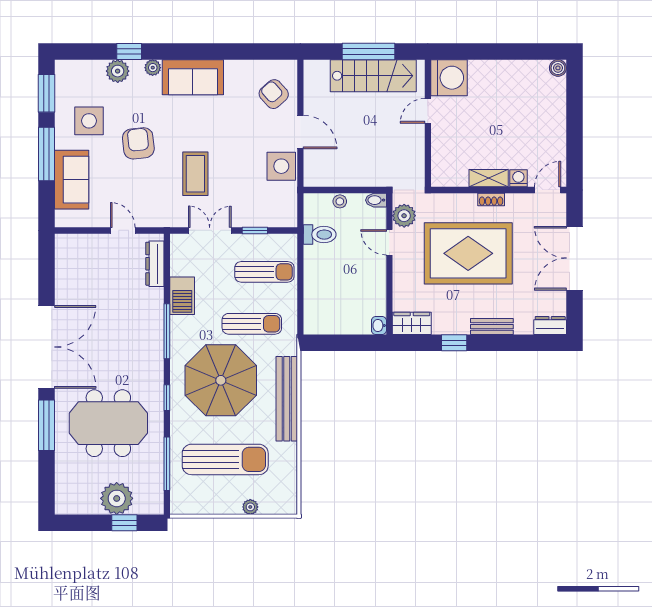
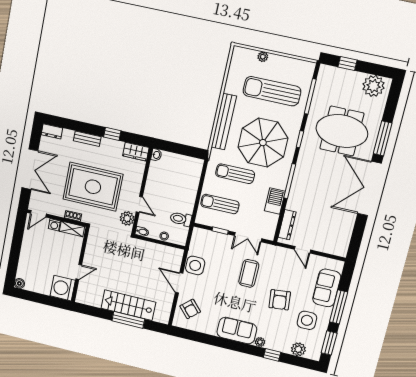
plant: (118, 71) -> (298, 349), moved
washing machine: (449, 78) -> (63, 288), moved
door: (428, 111) -> (79, 272), moved
wall: (428, 123) -> (80, 265), moved
plant: (117, 498) -> (373, 86), moved

